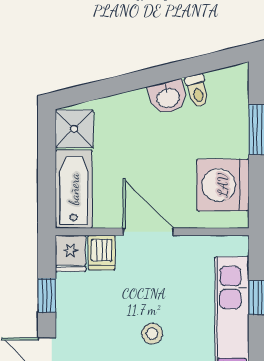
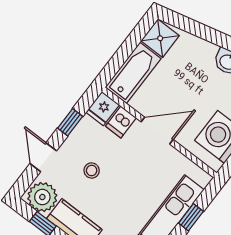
door: (148, 232) -> (157, 131), hinge flipped
stool: (152, 334) -> (92, 170), moved

